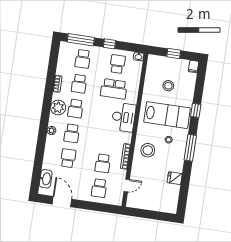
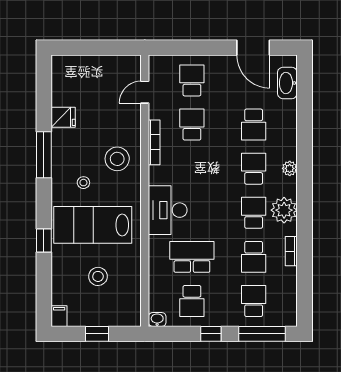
school desk: (79, 84) -> (254, 257), turned 180
window: (190, 148) -> (44, 155), moved

